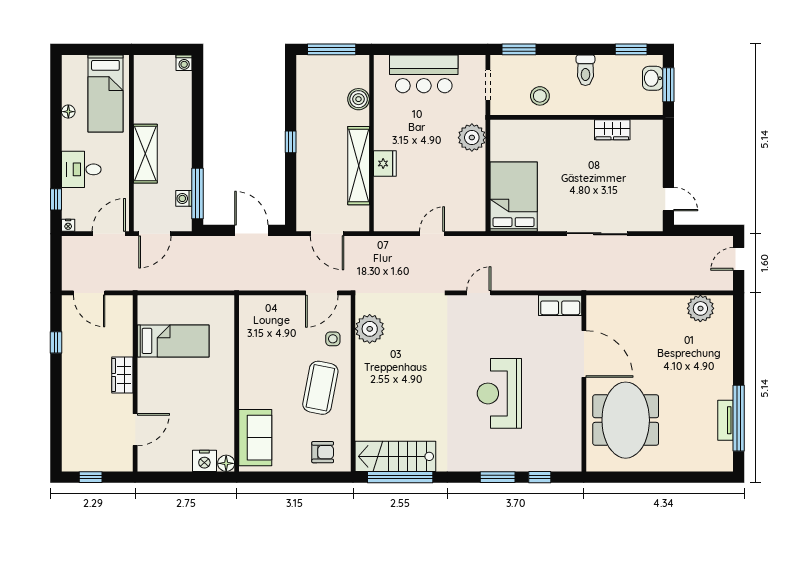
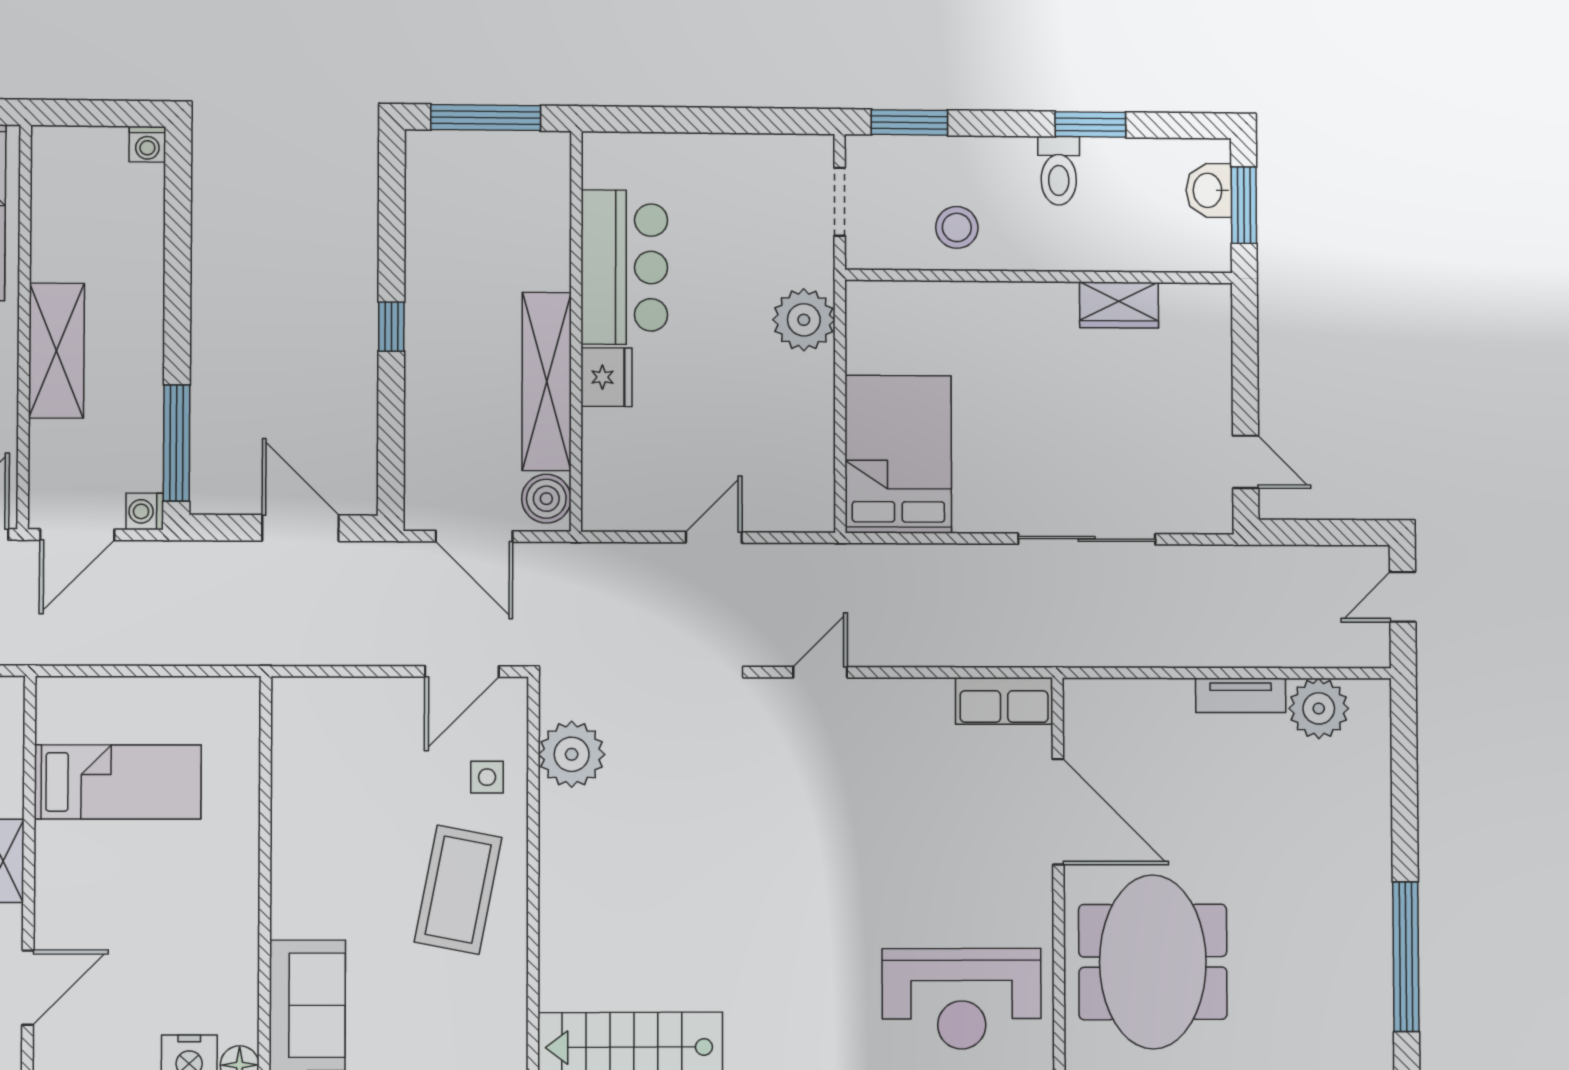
window: (631, 49) -> (1090, 124), moved
bar counter: (424, 74) -> (624, 267), moved, turned -90
boiler: (359, 99) -> (546, 499), moved
washing machine: (184, 198) -> (145, 511), moved
reception desk: (499, 393) -> (962, 999), moved, turned -90
tv unit: (725, 420) -> (1241, 695), moved, turned -90
armchair: (323, 452) -> (463, 1038), removed

